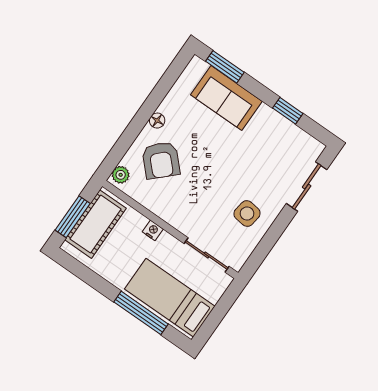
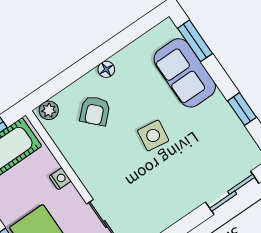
armchair: (161, 160) -> (95, 111), width x0.72, depth x0.72
side table: (247, 214) -> (153, 136), moved

